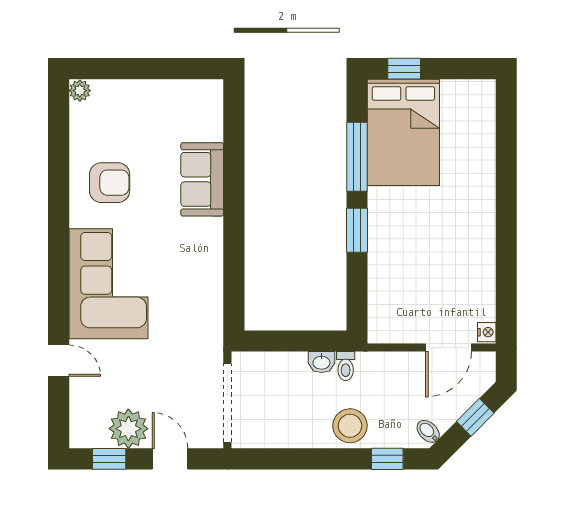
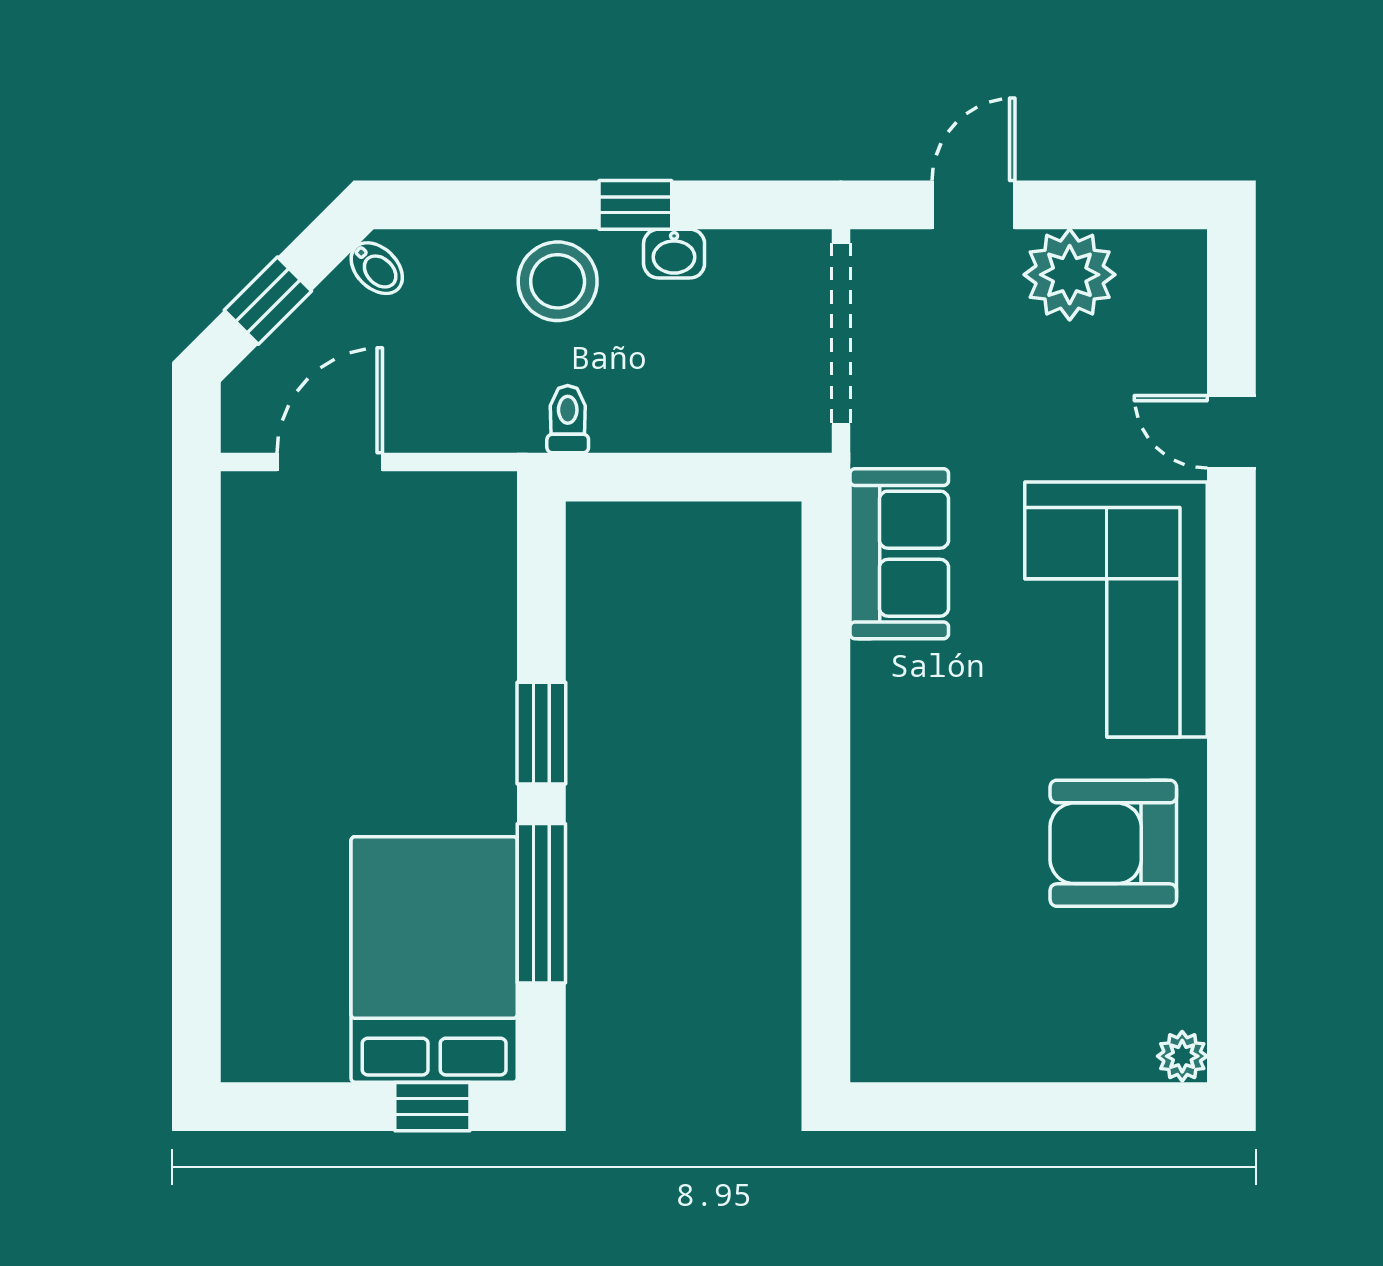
sofa: (202, 179) -> (899, 554), moved
armchair: (110, 183) -> (1113, 843), width x1.36, depth x1.36
nightstand: (487, 332) -> (242, 498), removed
washbasin: (321, 362) -> (674, 254), moved, turned 180
window: (109, 459) -> (1115, 205), removed
door: (170, 459) -> (974, 205), swing flipped
window: (387, 459) -> (635, 205), moved

